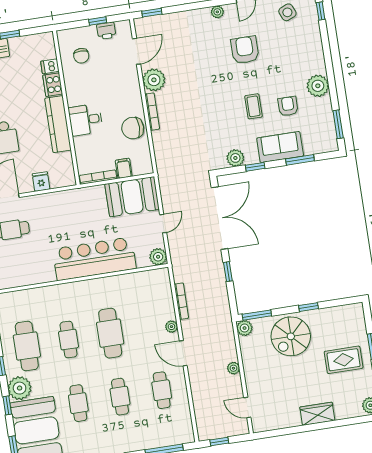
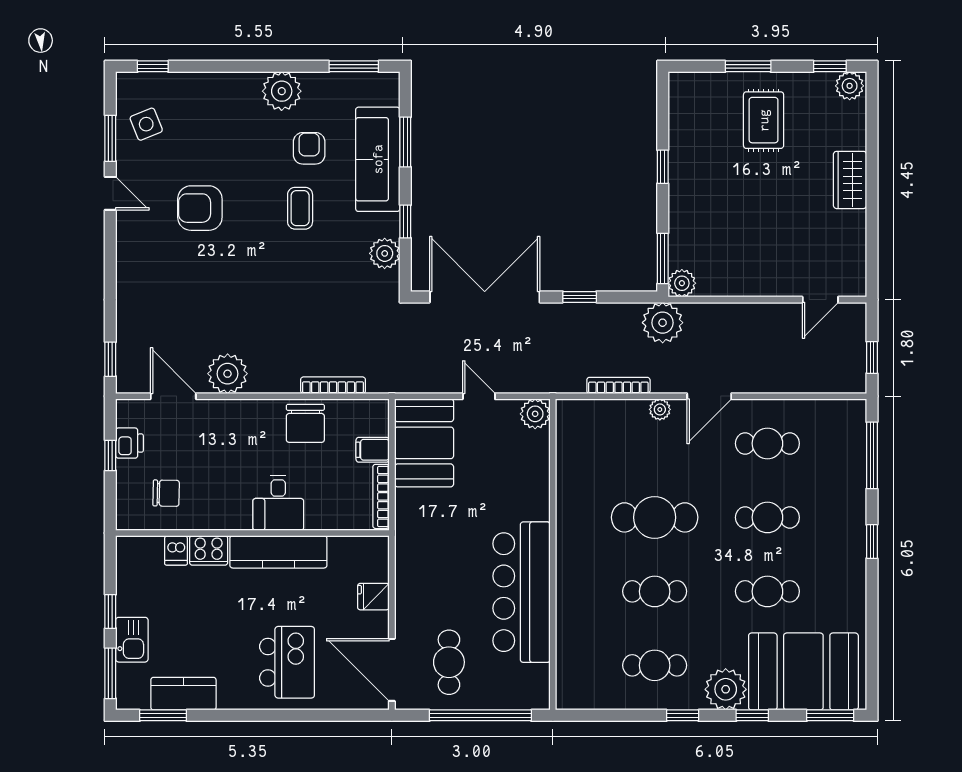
plant: (217, 12) -> (127, 246), removed
coffee table: (253, 106) -> (300, 208), turned 90
armchair: (288, 106) -> (309, 148), turned 90
bookcase: (152, 112) -> (333, 385), moved
sofa: (280, 147) -> (378, 159), width x1.36
bar counter: (94, 259) -> (521, 592), moved
spiral stairs: (291, 336) -> (709, 205), removed
cafe table: (27, 346) -> (655, 665), width x0.73, depth x0.74
plant: (233, 368) -> (663, 323), moved, width x1.88, depth x1.88

